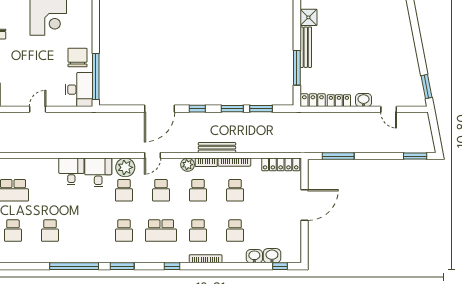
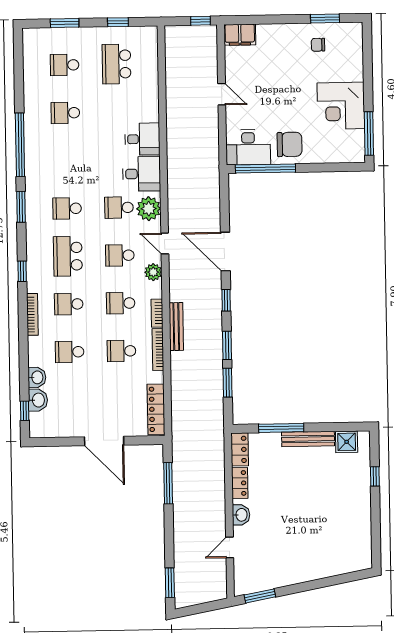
plant: (188, 165) -> (153, 272), moved

